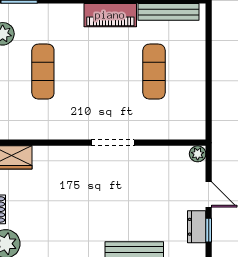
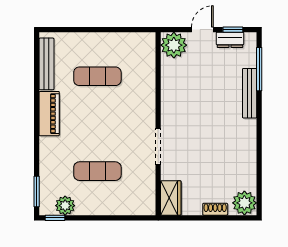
doorway: (113, 143) -> (158, 147), moved
plant: (198, 154) -> (174, 45), width x1.88, depth x1.88

